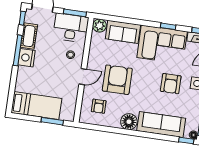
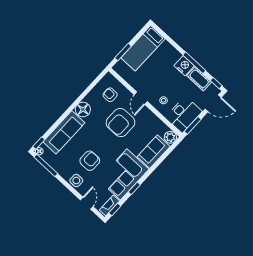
armchair: (117, 80) -> (120, 123), turned 90
armchair: (171, 84) -> (90, 161), turned 90

